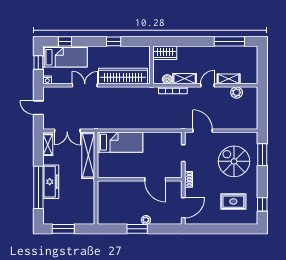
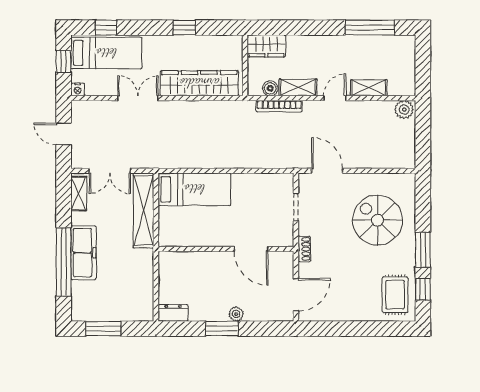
plant: (237, 92) -> (404, 110), moved
window: (262, 155) -> (423, 250), moved
rug: (233, 202) -> (395, 295), moved, turned 90
dresser: (107, 219) -> (173, 313), added

